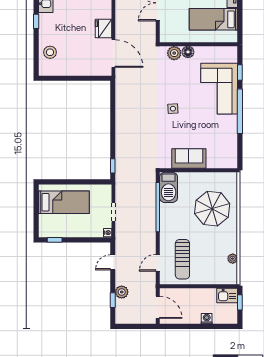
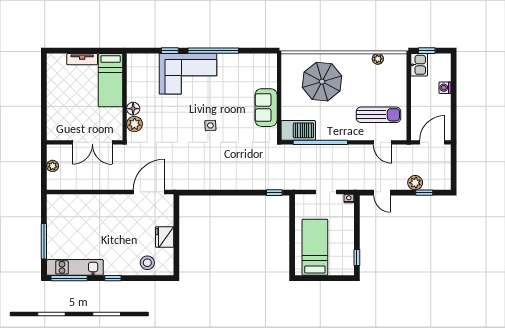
fridge: (103, 28) -> (165, 237), moved, turned 90
wall: (199, 44) -> (125, 97), moved
floor lamp: (188, 52) -> (133, 109), moved
plant: (174, 53) -> (135, 124), moved

